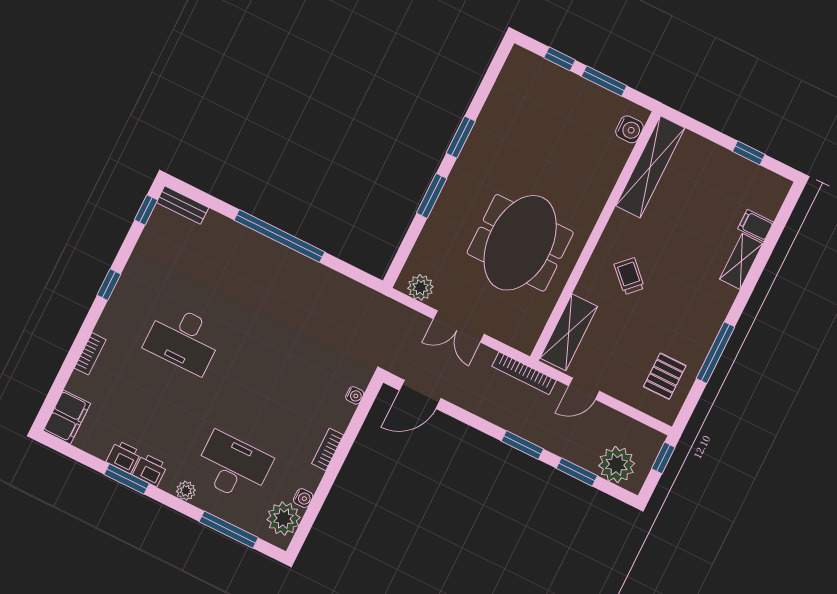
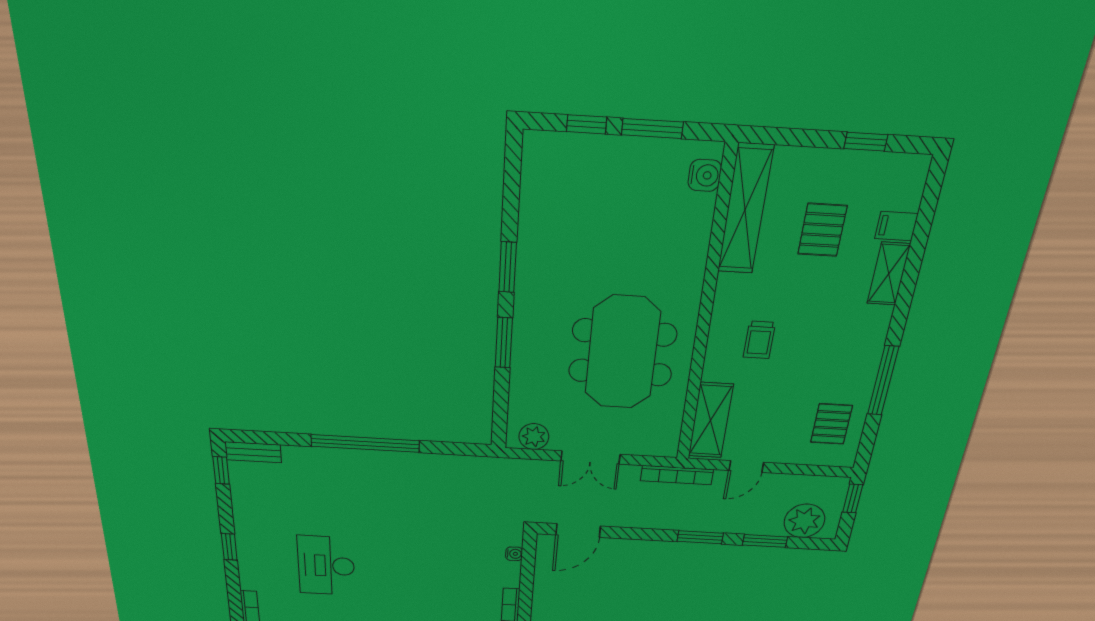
pallet: (701, 206) -> (822, 230), added
trolley: (629, 276) -> (759, 340), turned -135
desk: (183, 339) -> (326, 566), turned 90

